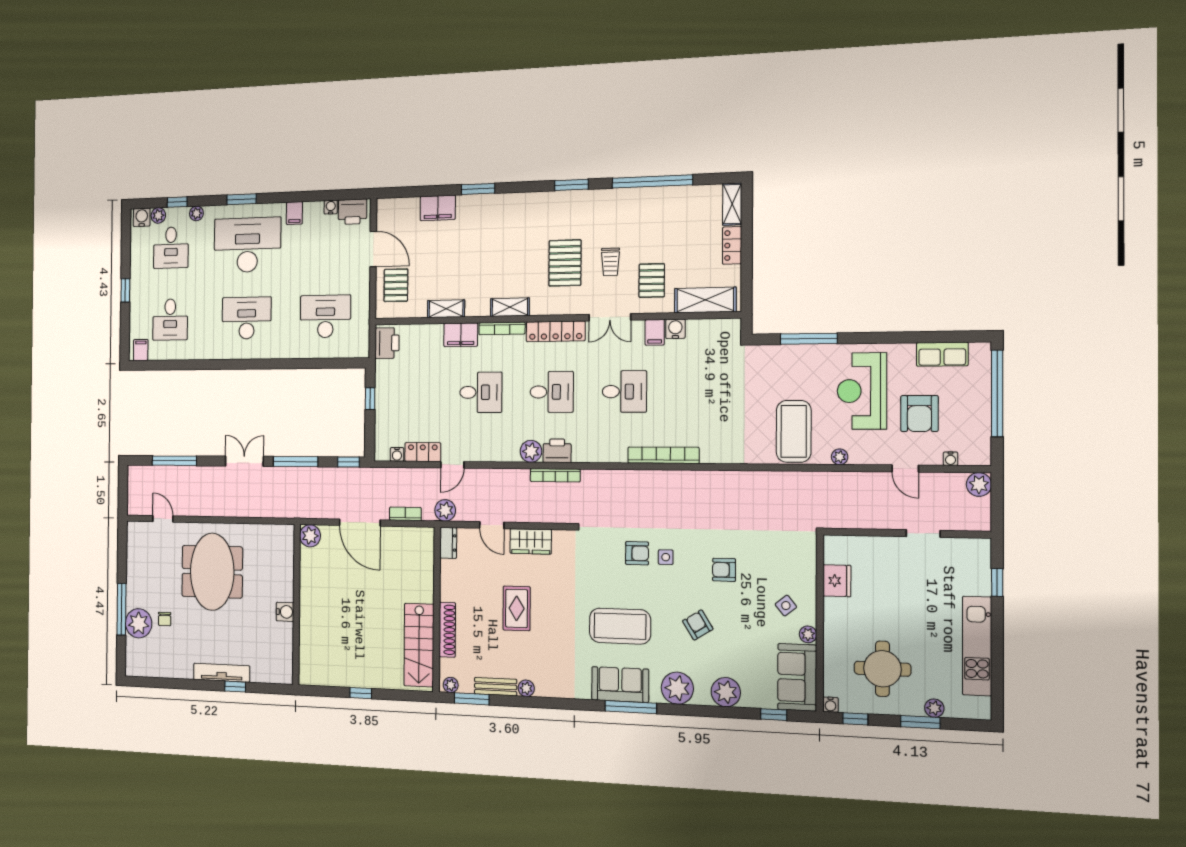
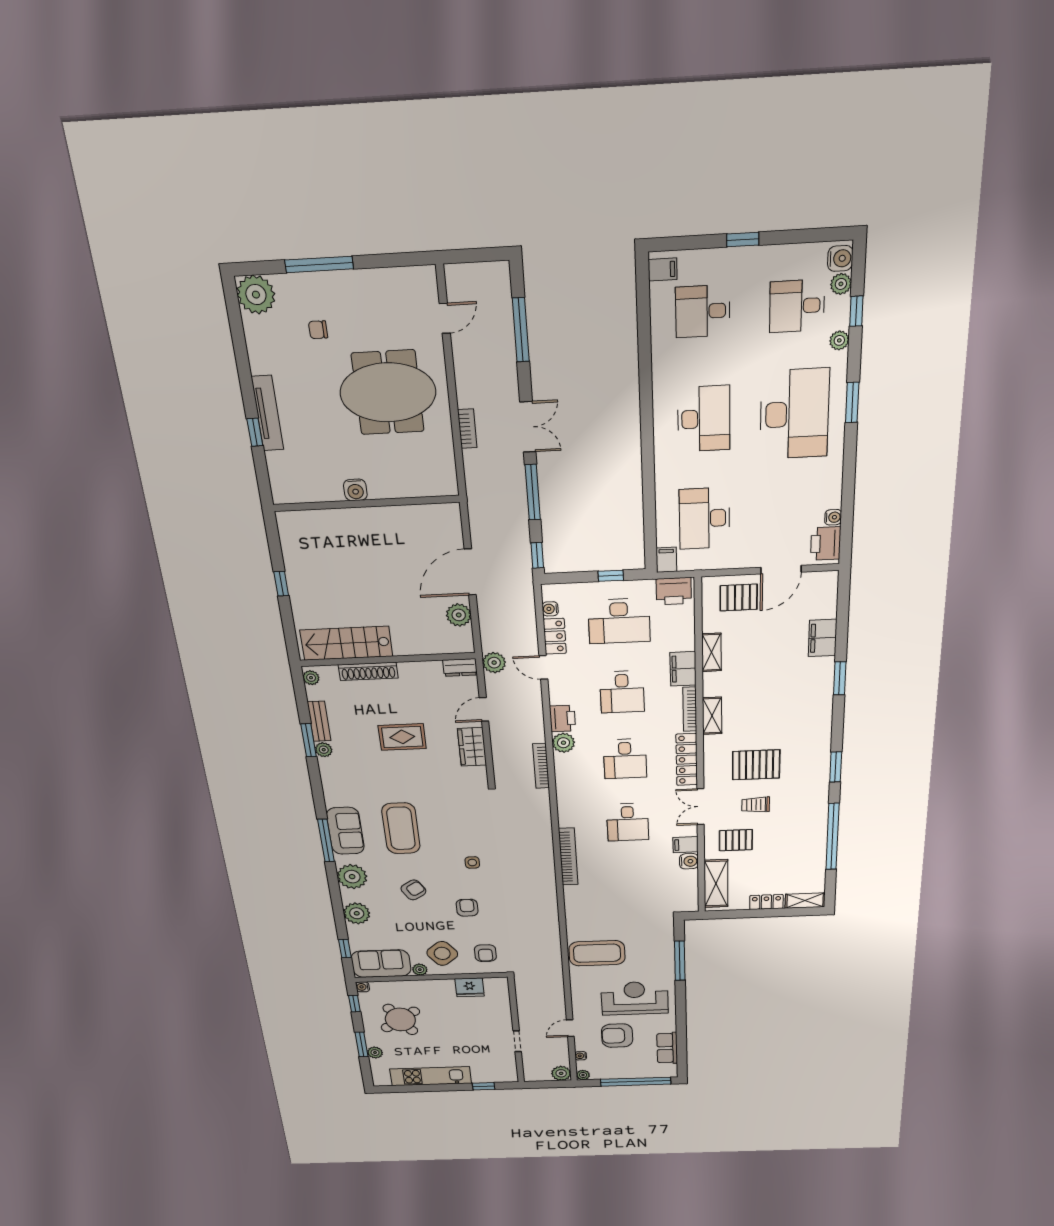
filing cabinet: (294, 213) -> (666, 560), moved, turned 90
desk: (325, 316) -> (705, 518), turned 180
desk: (412, 393) -> (619, 621), added
printer: (557, 451) -> (563, 718), moved
plant: (840, 457) -> (583, 1075), moved
bookcase: (405, 514) -> (467, 429), moved
plant: (310, 536) -> (459, 615), moved
armchair: (637, 553) -> (485, 953), moved
side table: (786, 606) -> (442, 953), width x1.87, depth x1.87
plant: (139, 623) -> (256, 295), moved
round table: (882, 669) -> (400, 1019), turned -34
window: (472, 699) -> (309, 740), moved

